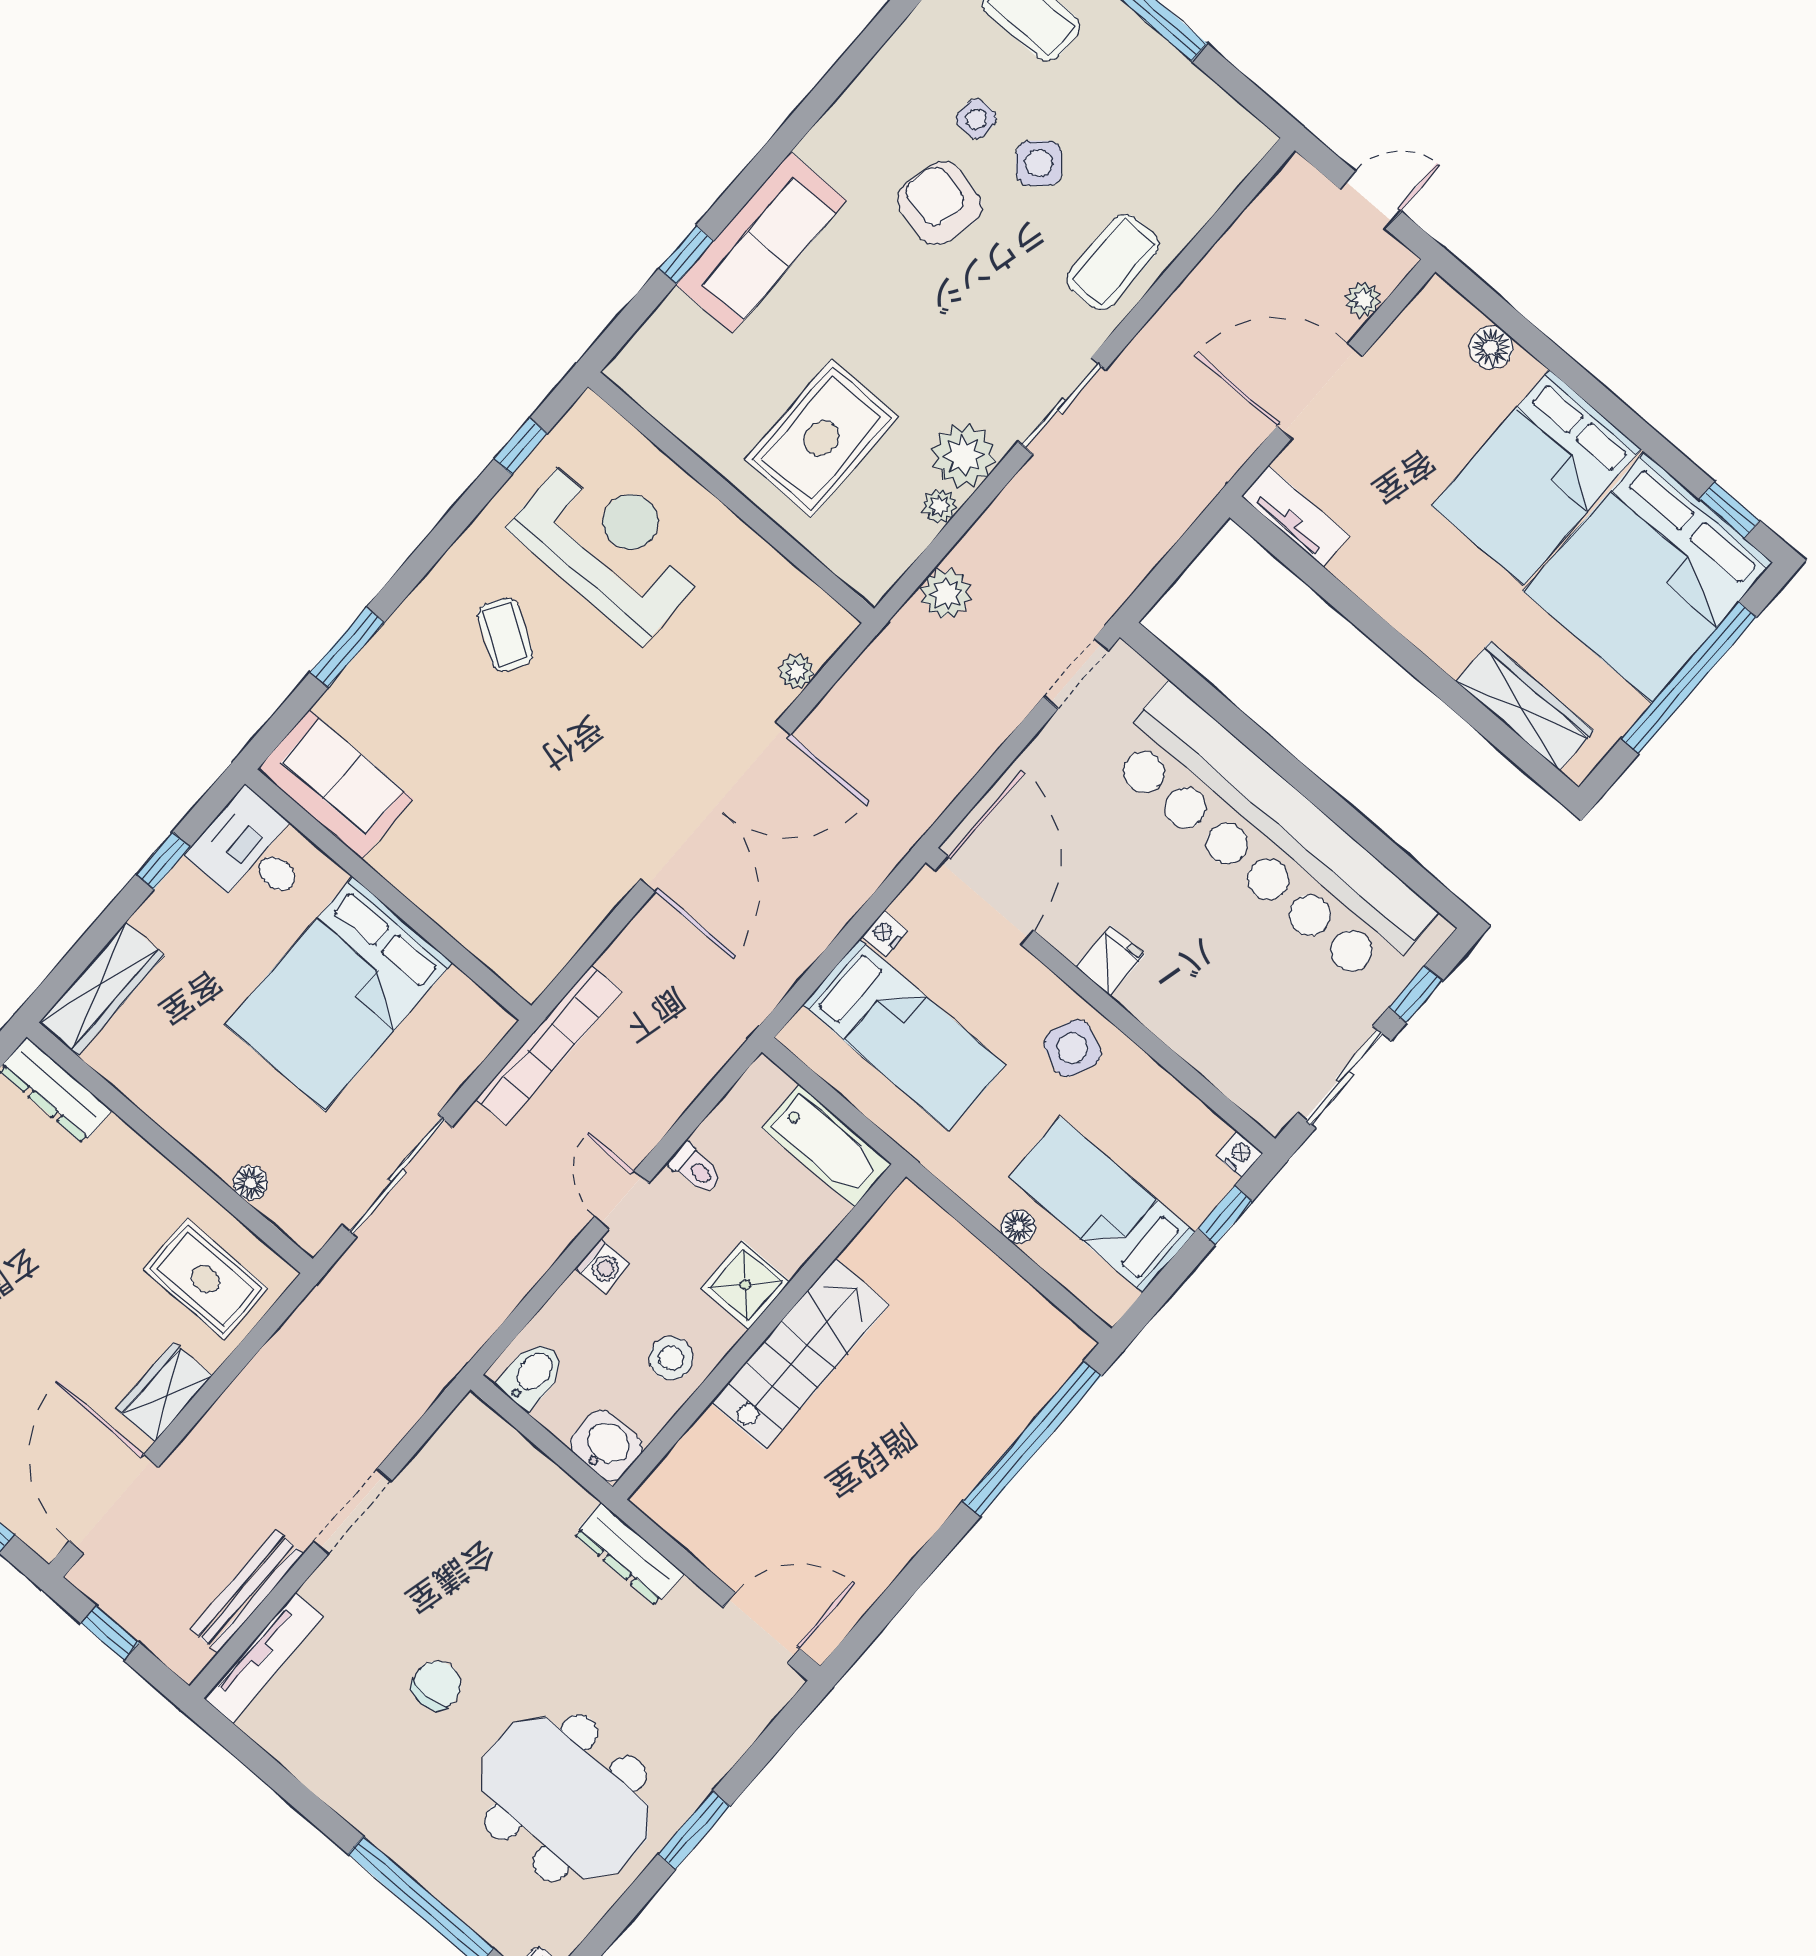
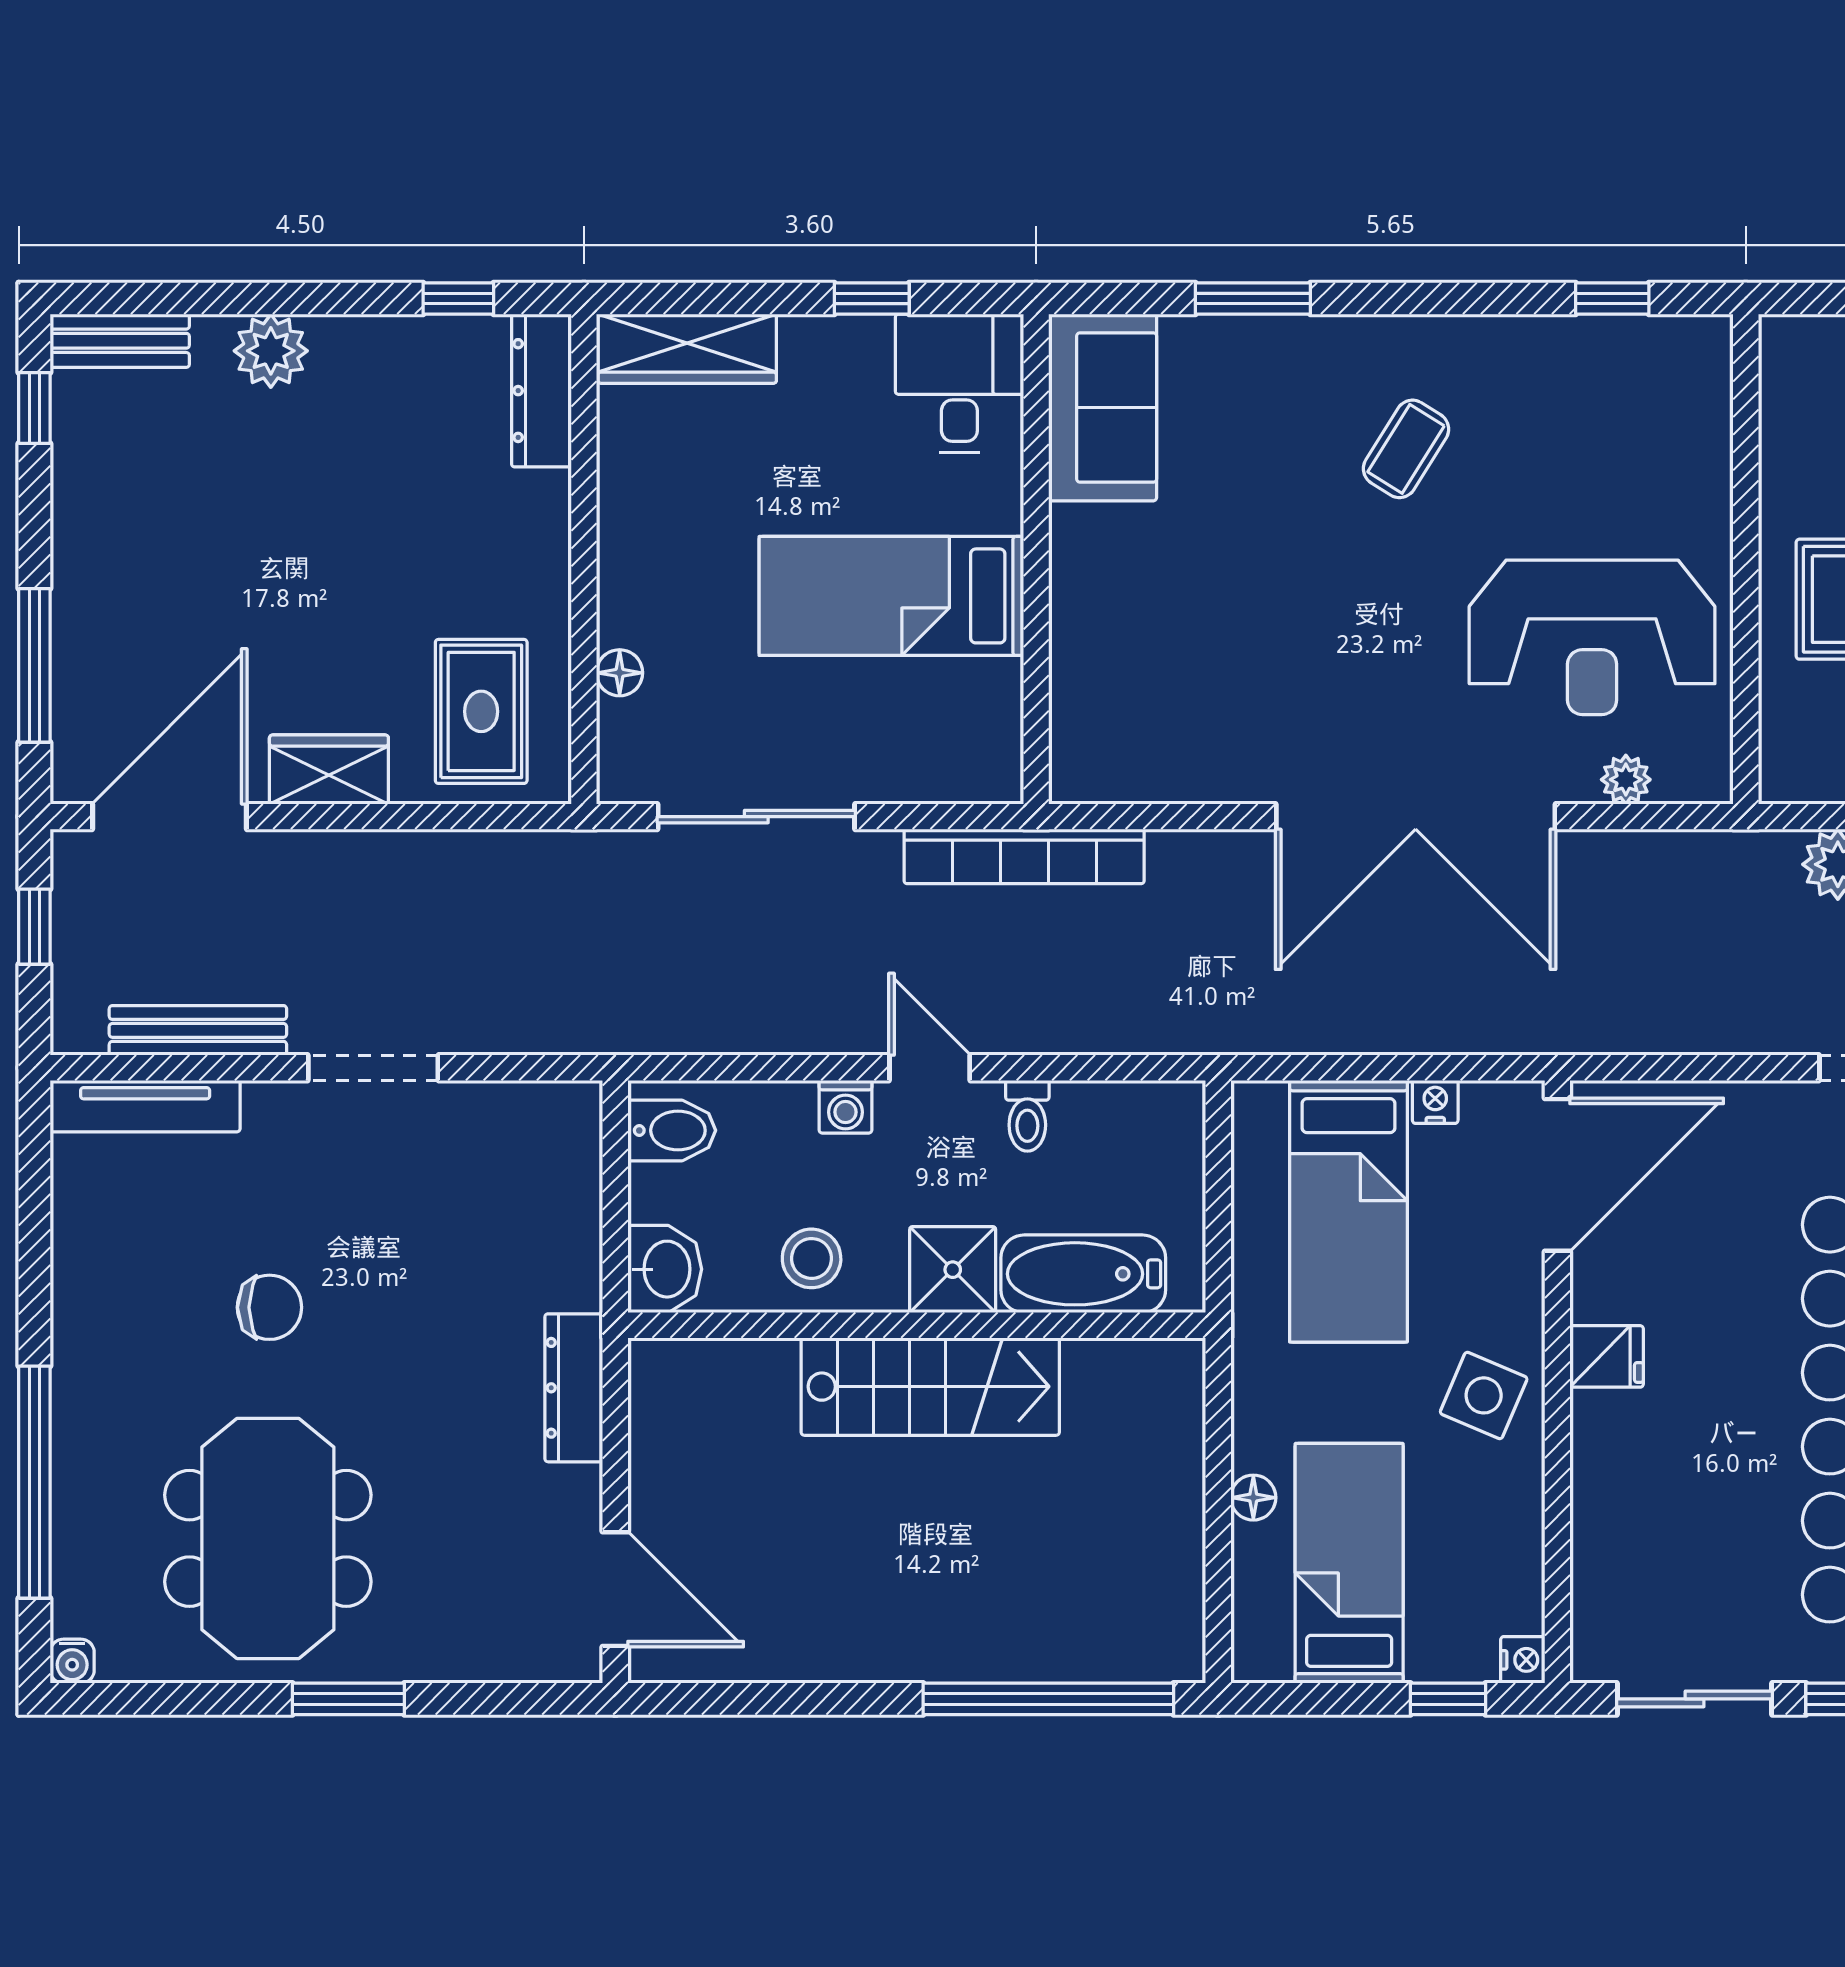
reception desk: (611, 544) -> (1592, 637), moved, turned 90
bed: (339, 994) -> (891, 596), width x0.67
bathtub: (827, 1146) -> (1083, 1274), moved, turned 90
door: (621, 1200) -> (930, 1068), hinge flipped

